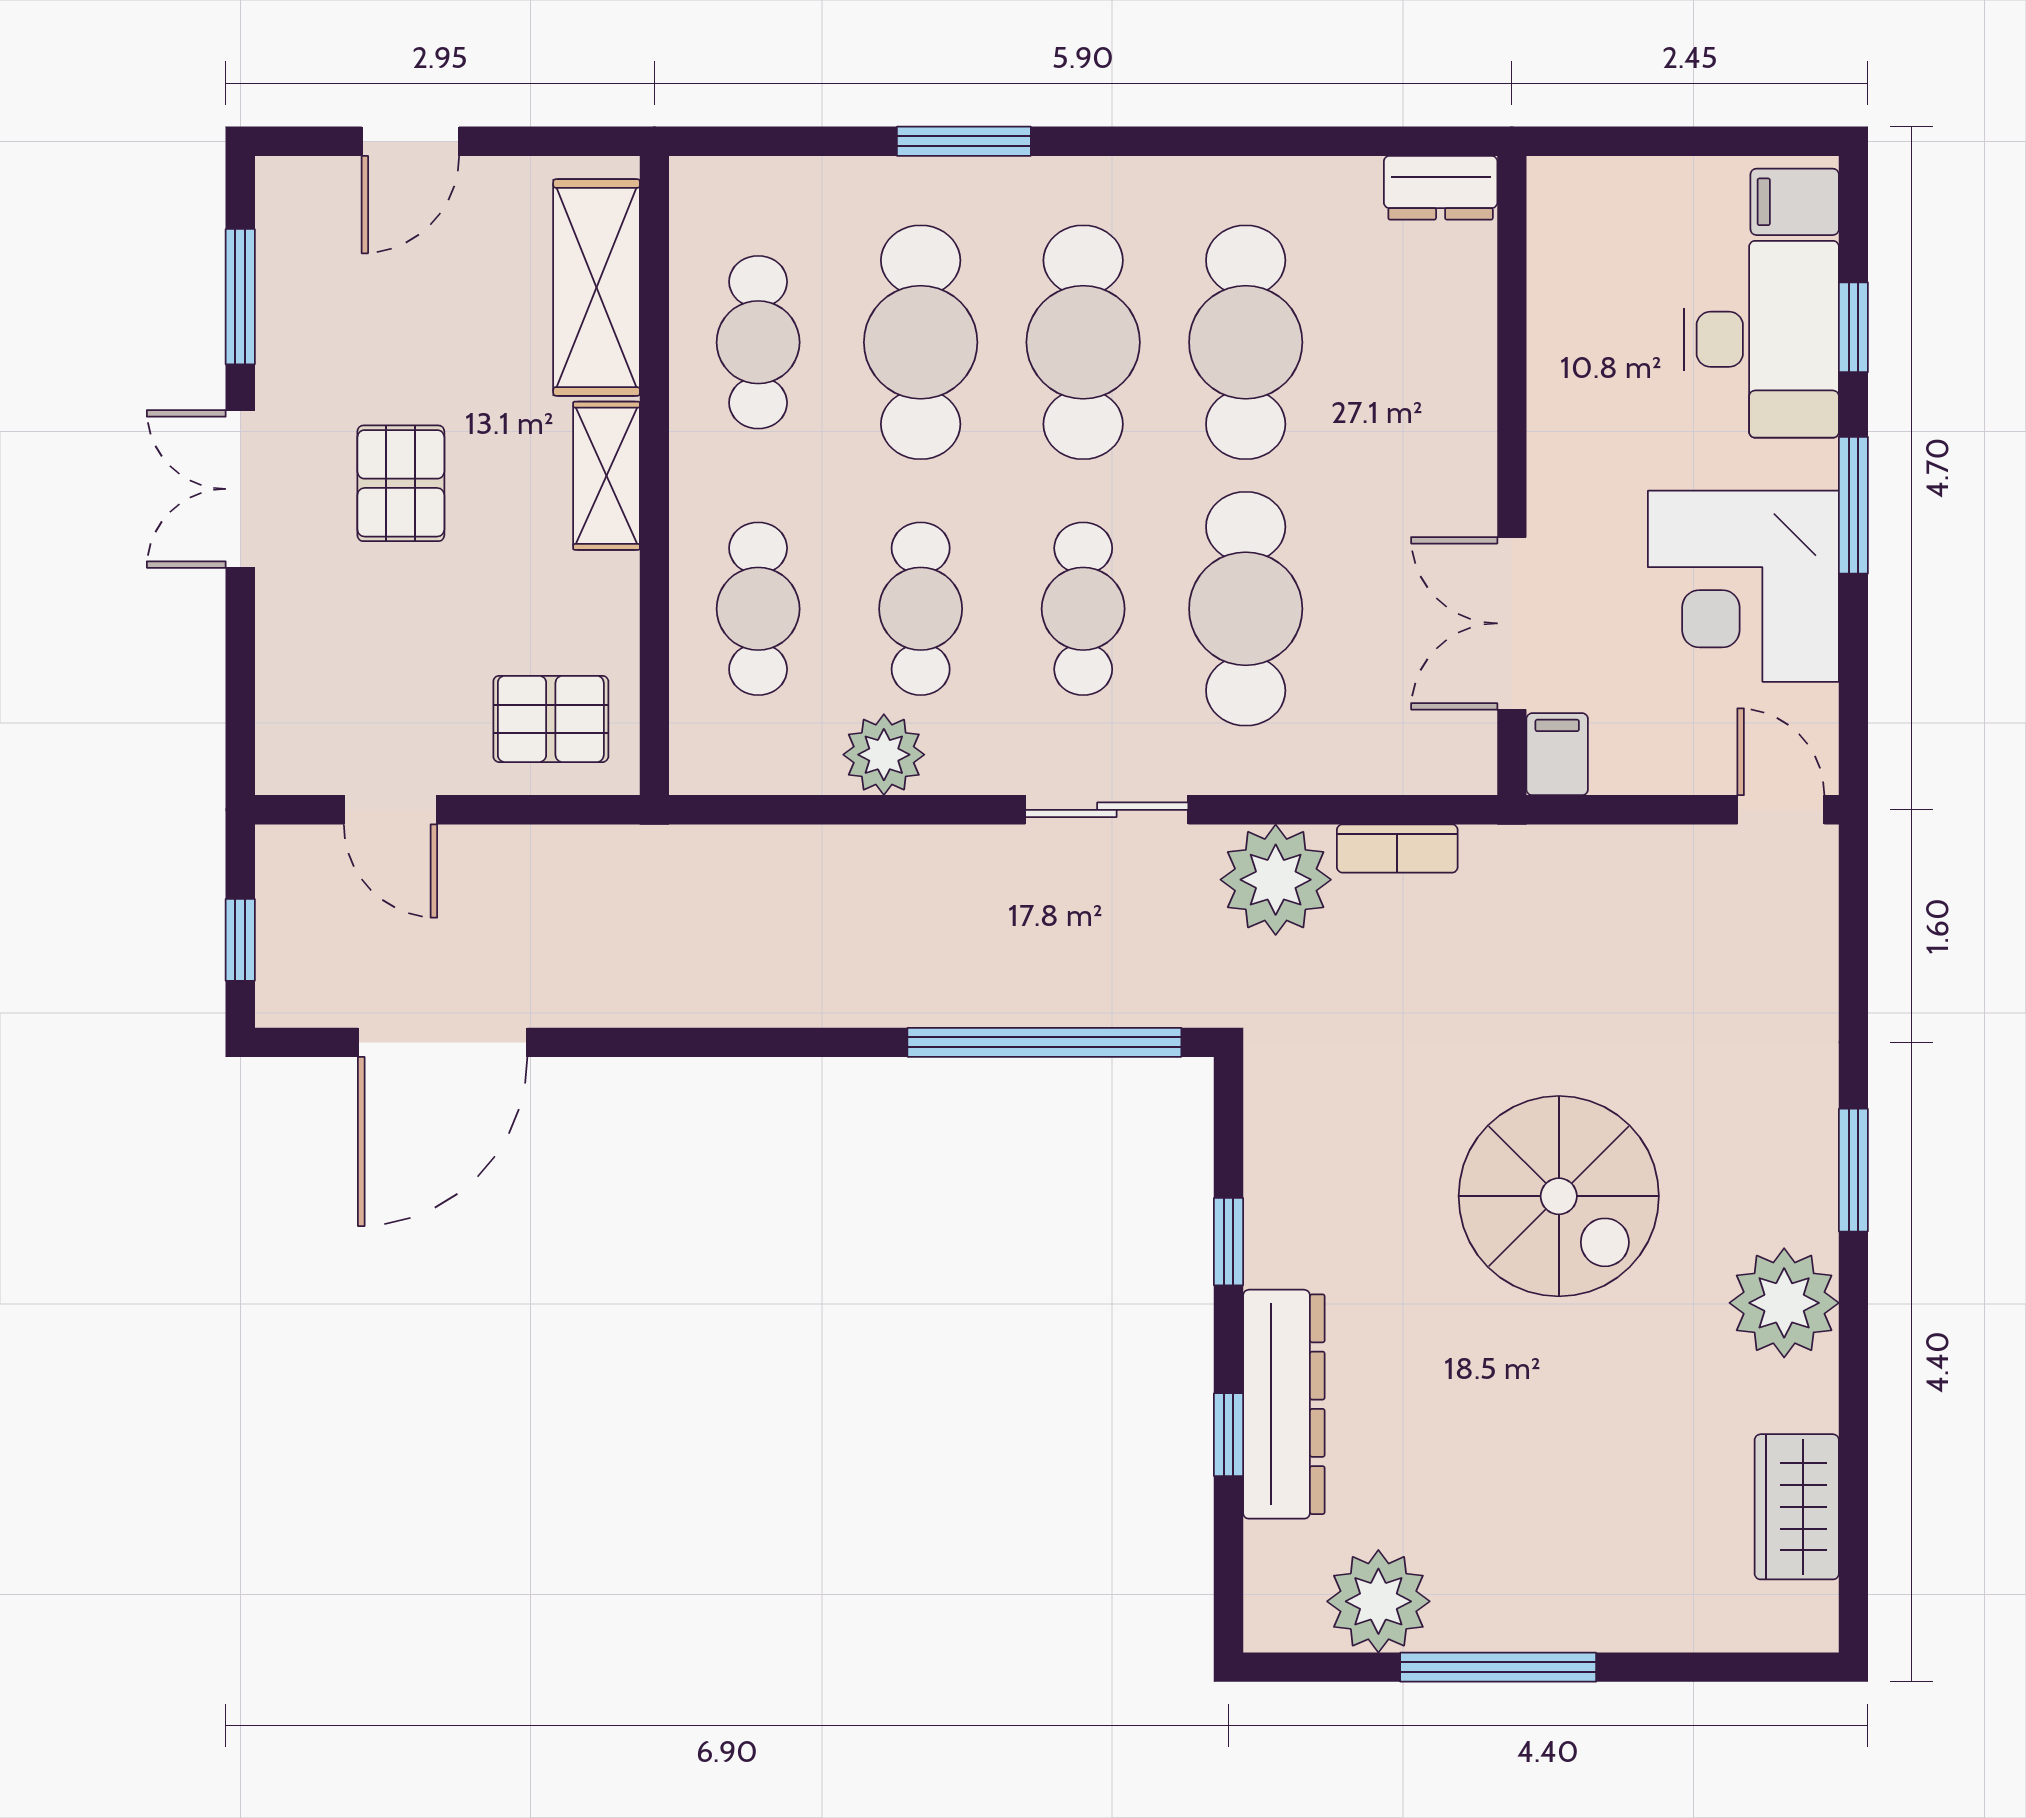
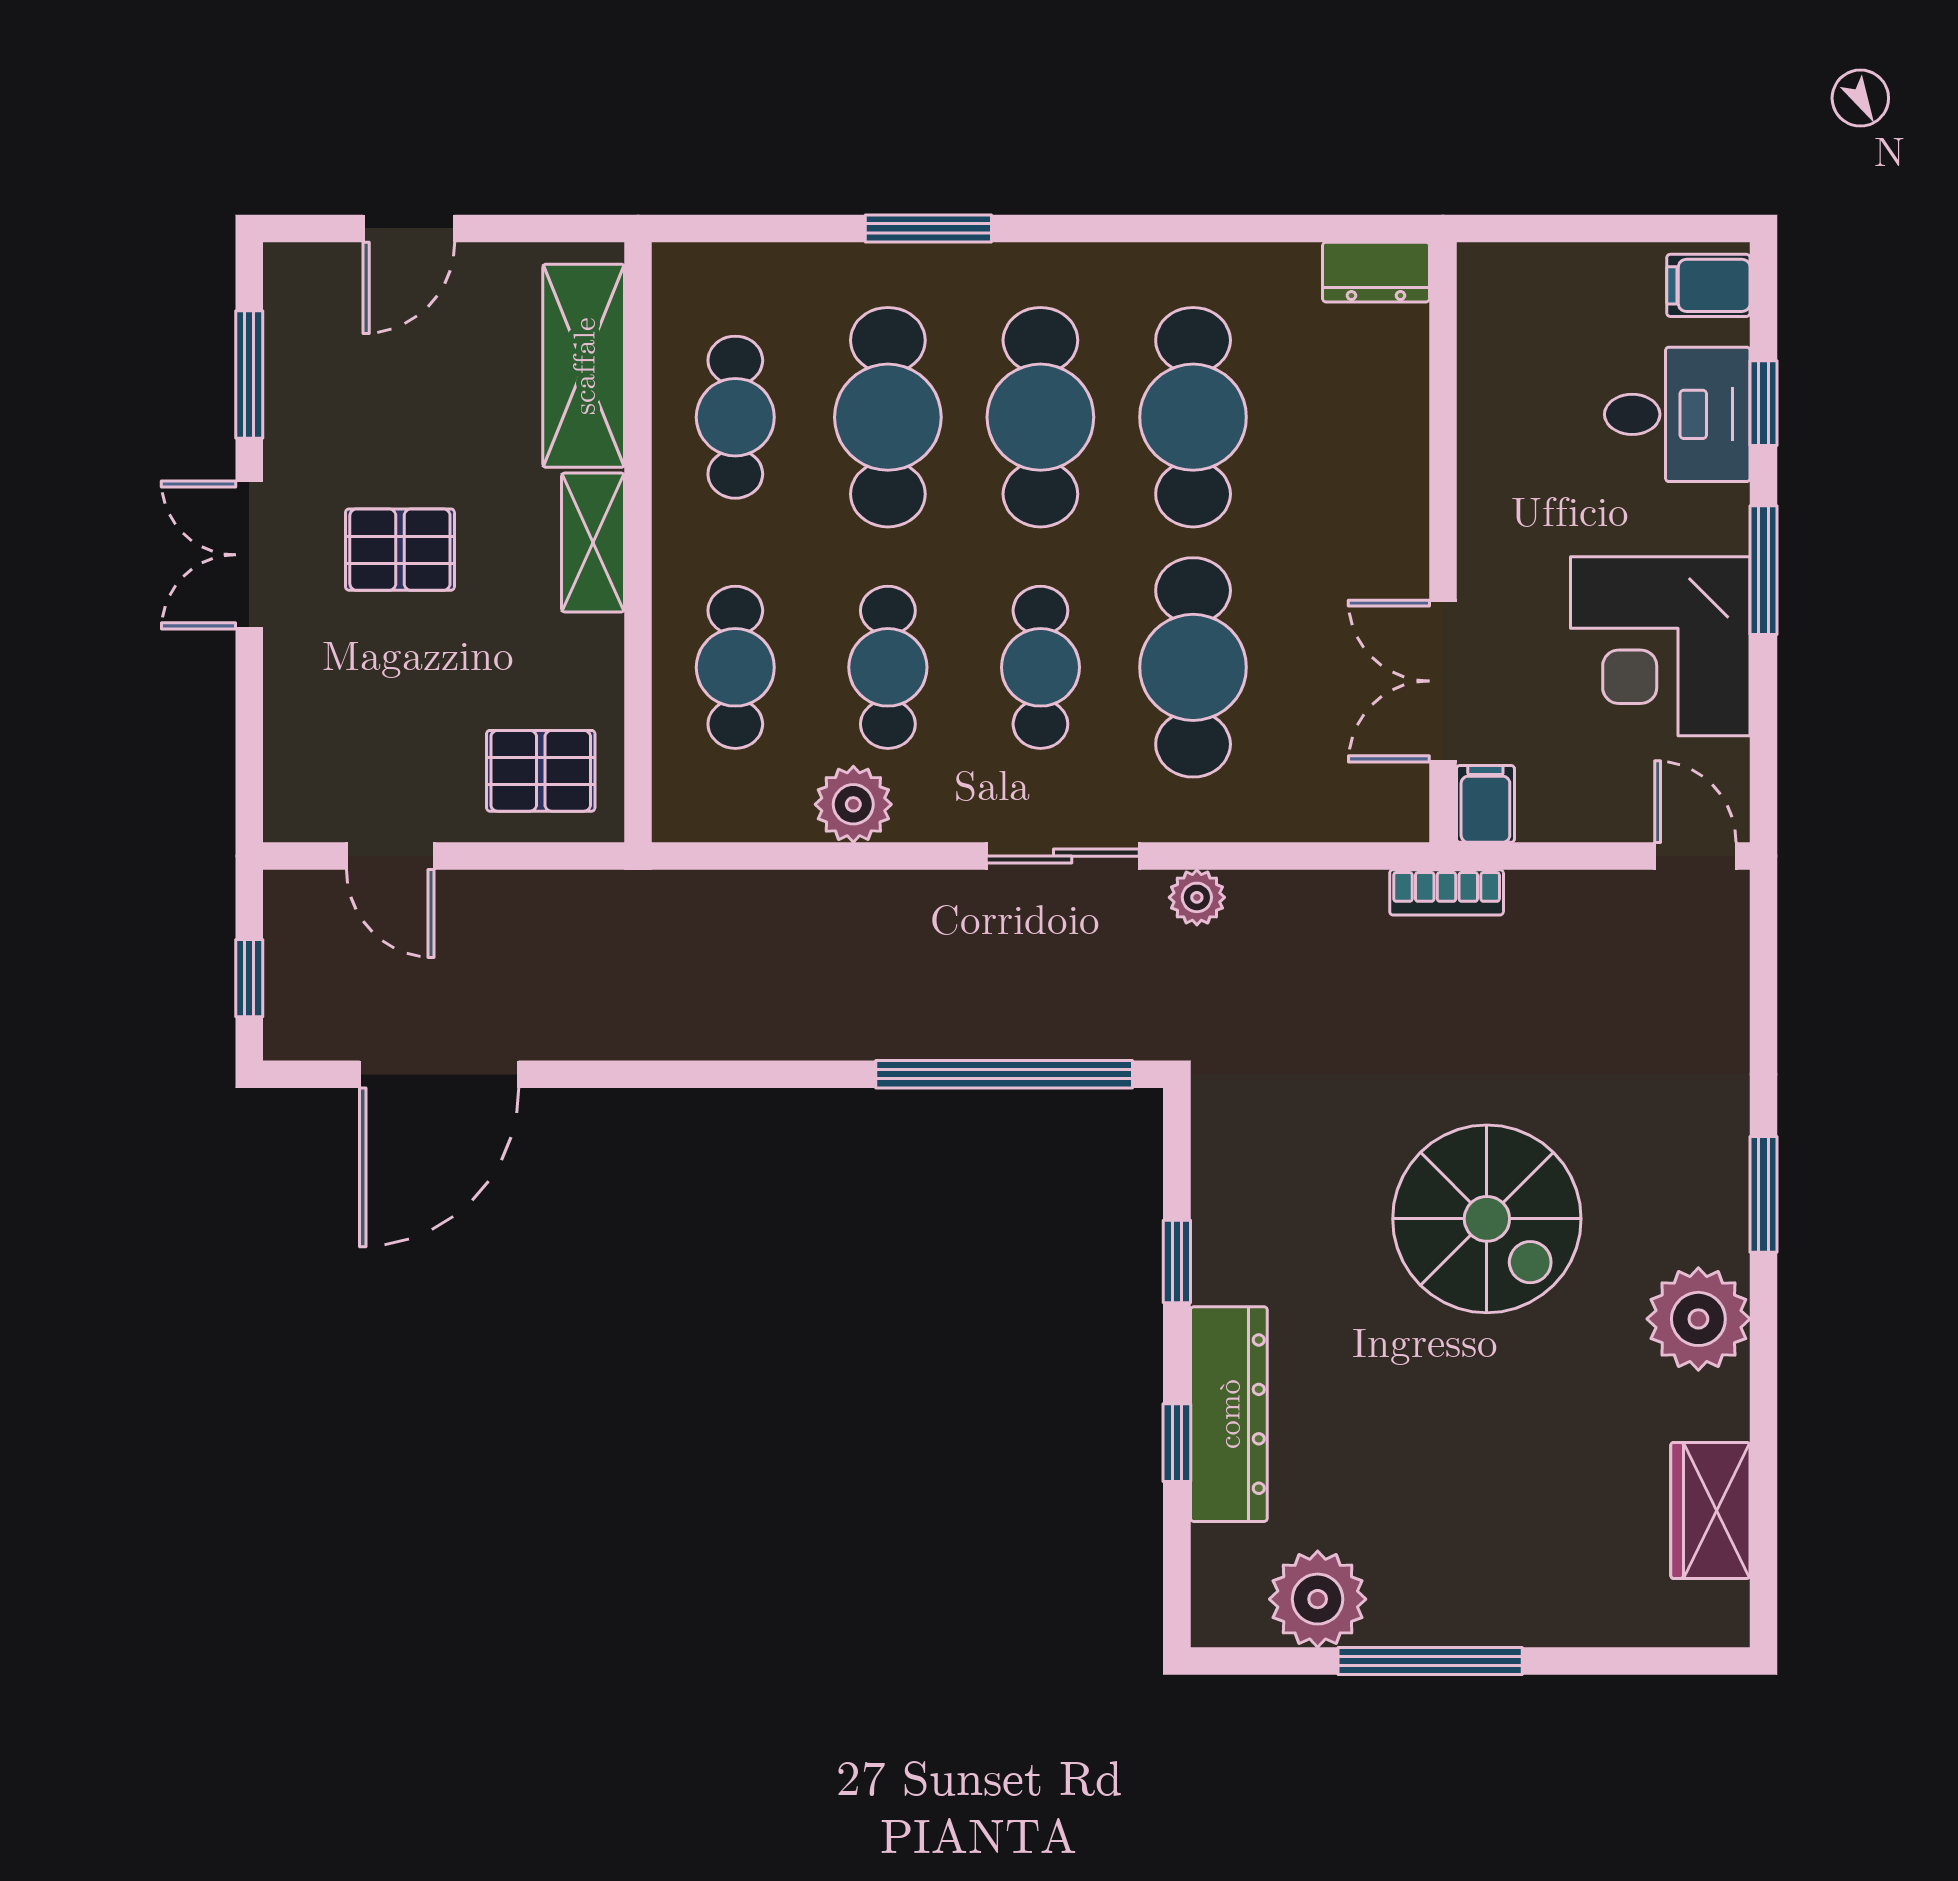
desk: (1762, 339) -> (1677, 414), width x0.73
pallet: (401, 483) -> (400, 550), turned 90
bookcase: (1397, 848) -> (1447, 892), moved
plant: (1276, 880) -> (1197, 897), width x0.53, depth x0.53

